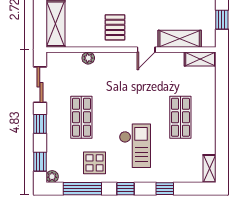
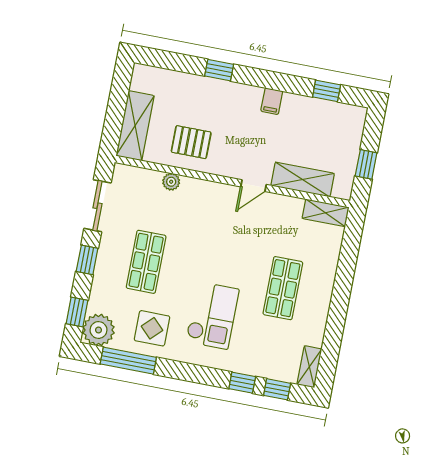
pallet: (115, 27) -> (191, 142), moved, turned 90
plant: (52, 177) -> (99, 330), width x1.87, depth x1.87
window: (126, 189) -> (277, 389), moved

